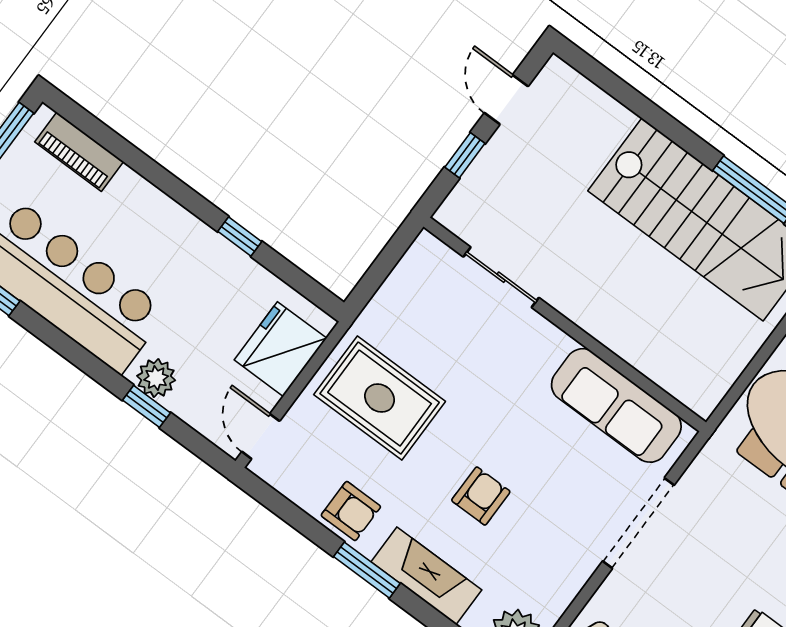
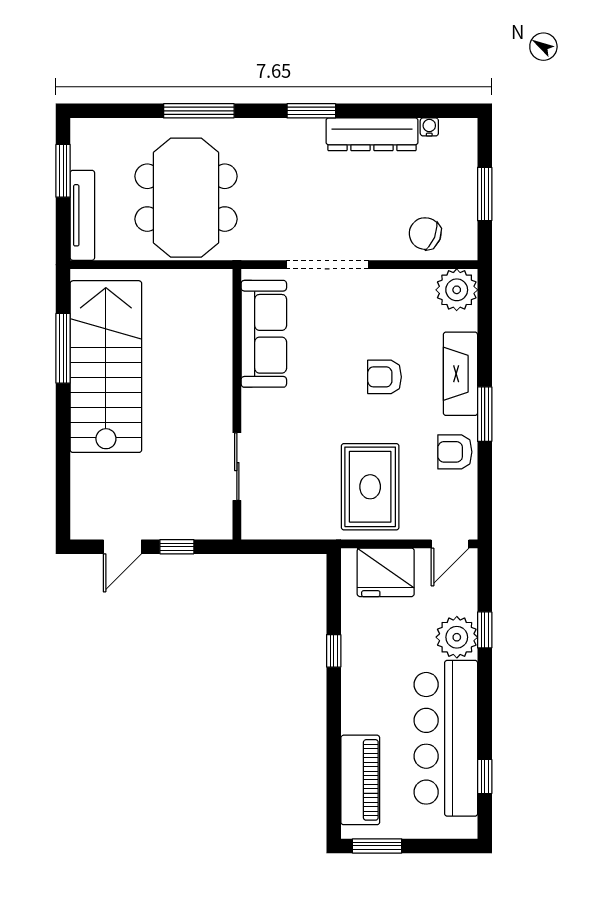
piano: (79, 152) -> (360, 780), width x1.37, depth x1.33
plant: (156, 378) -> (457, 637), width x1.36, depth x1.36
armchair: (351, 511) -> (455, 452), turned -90

